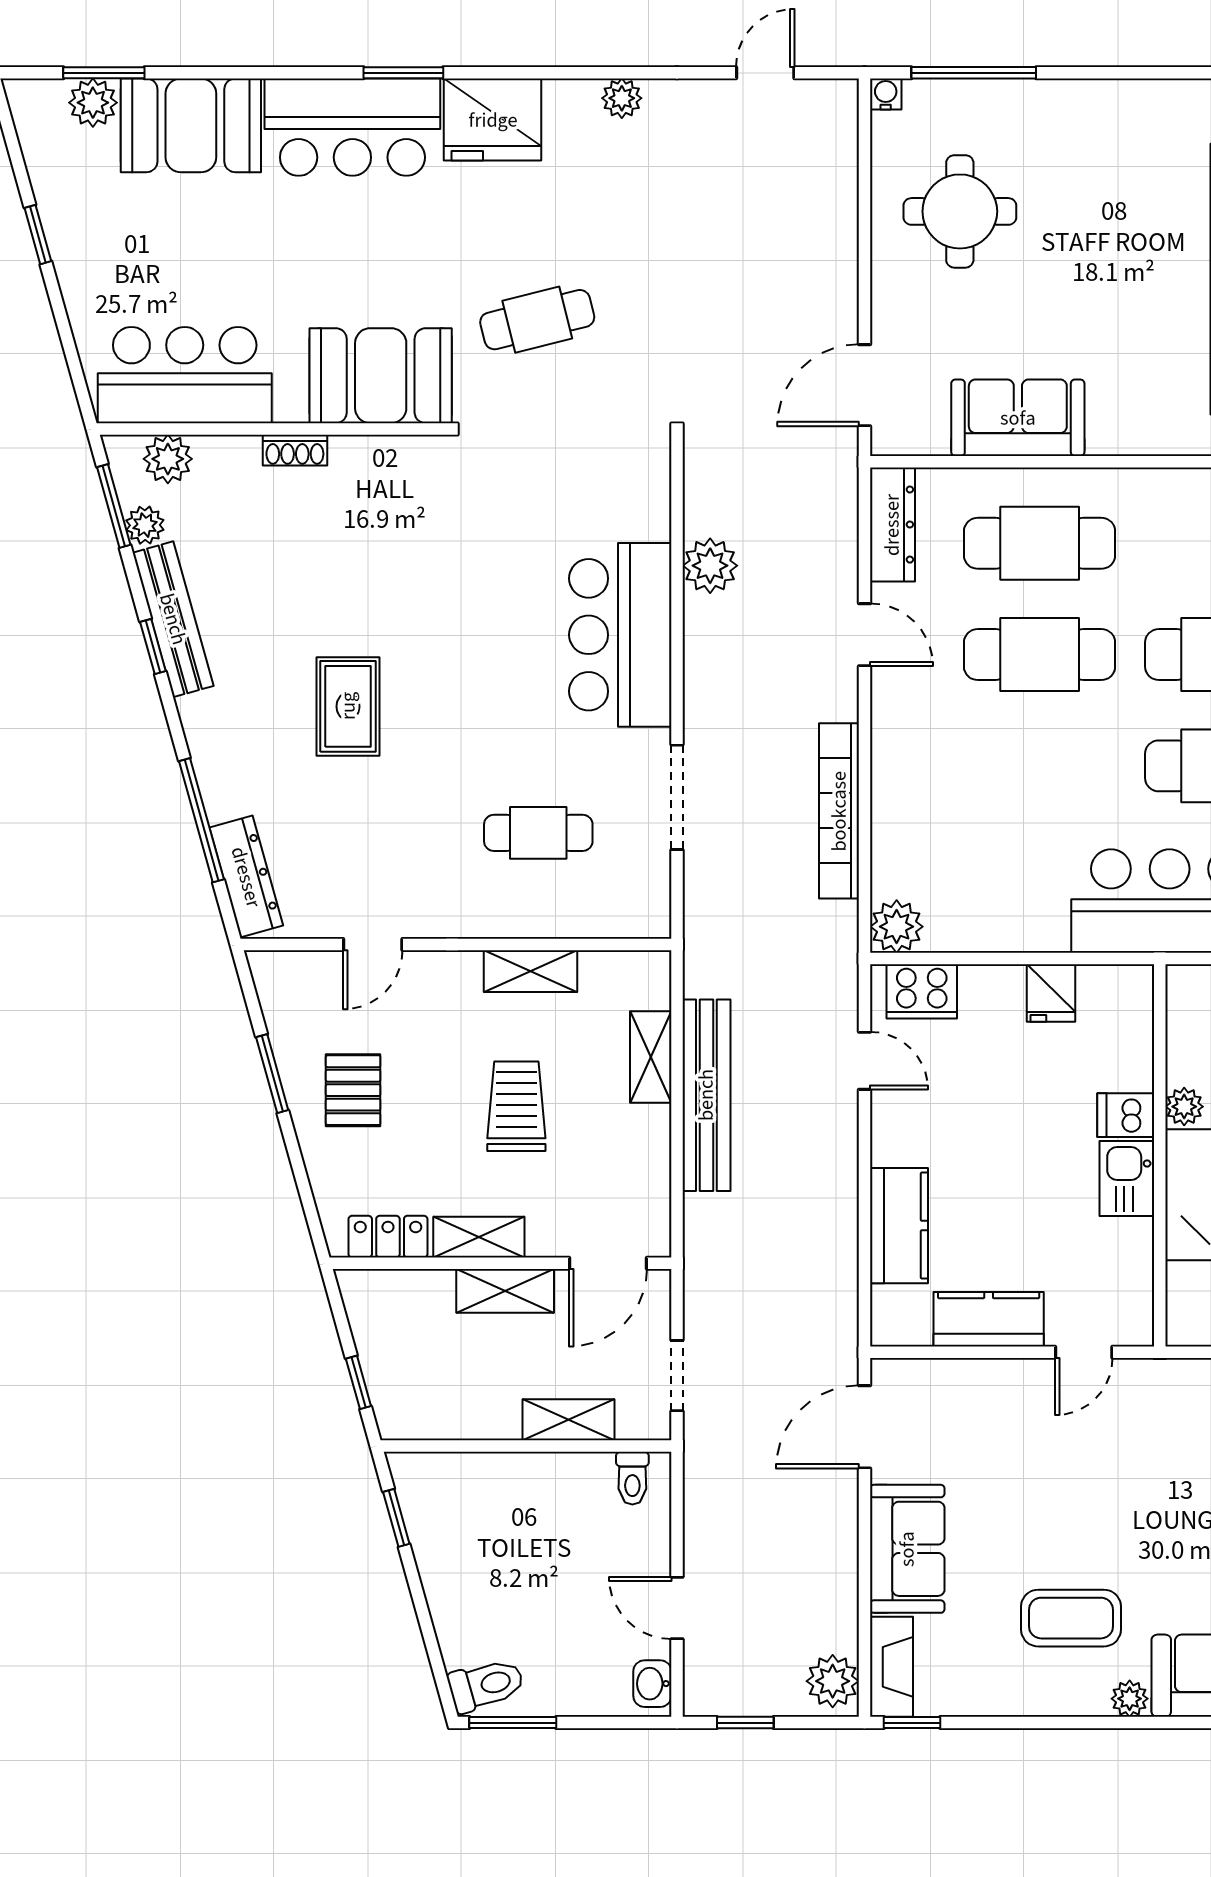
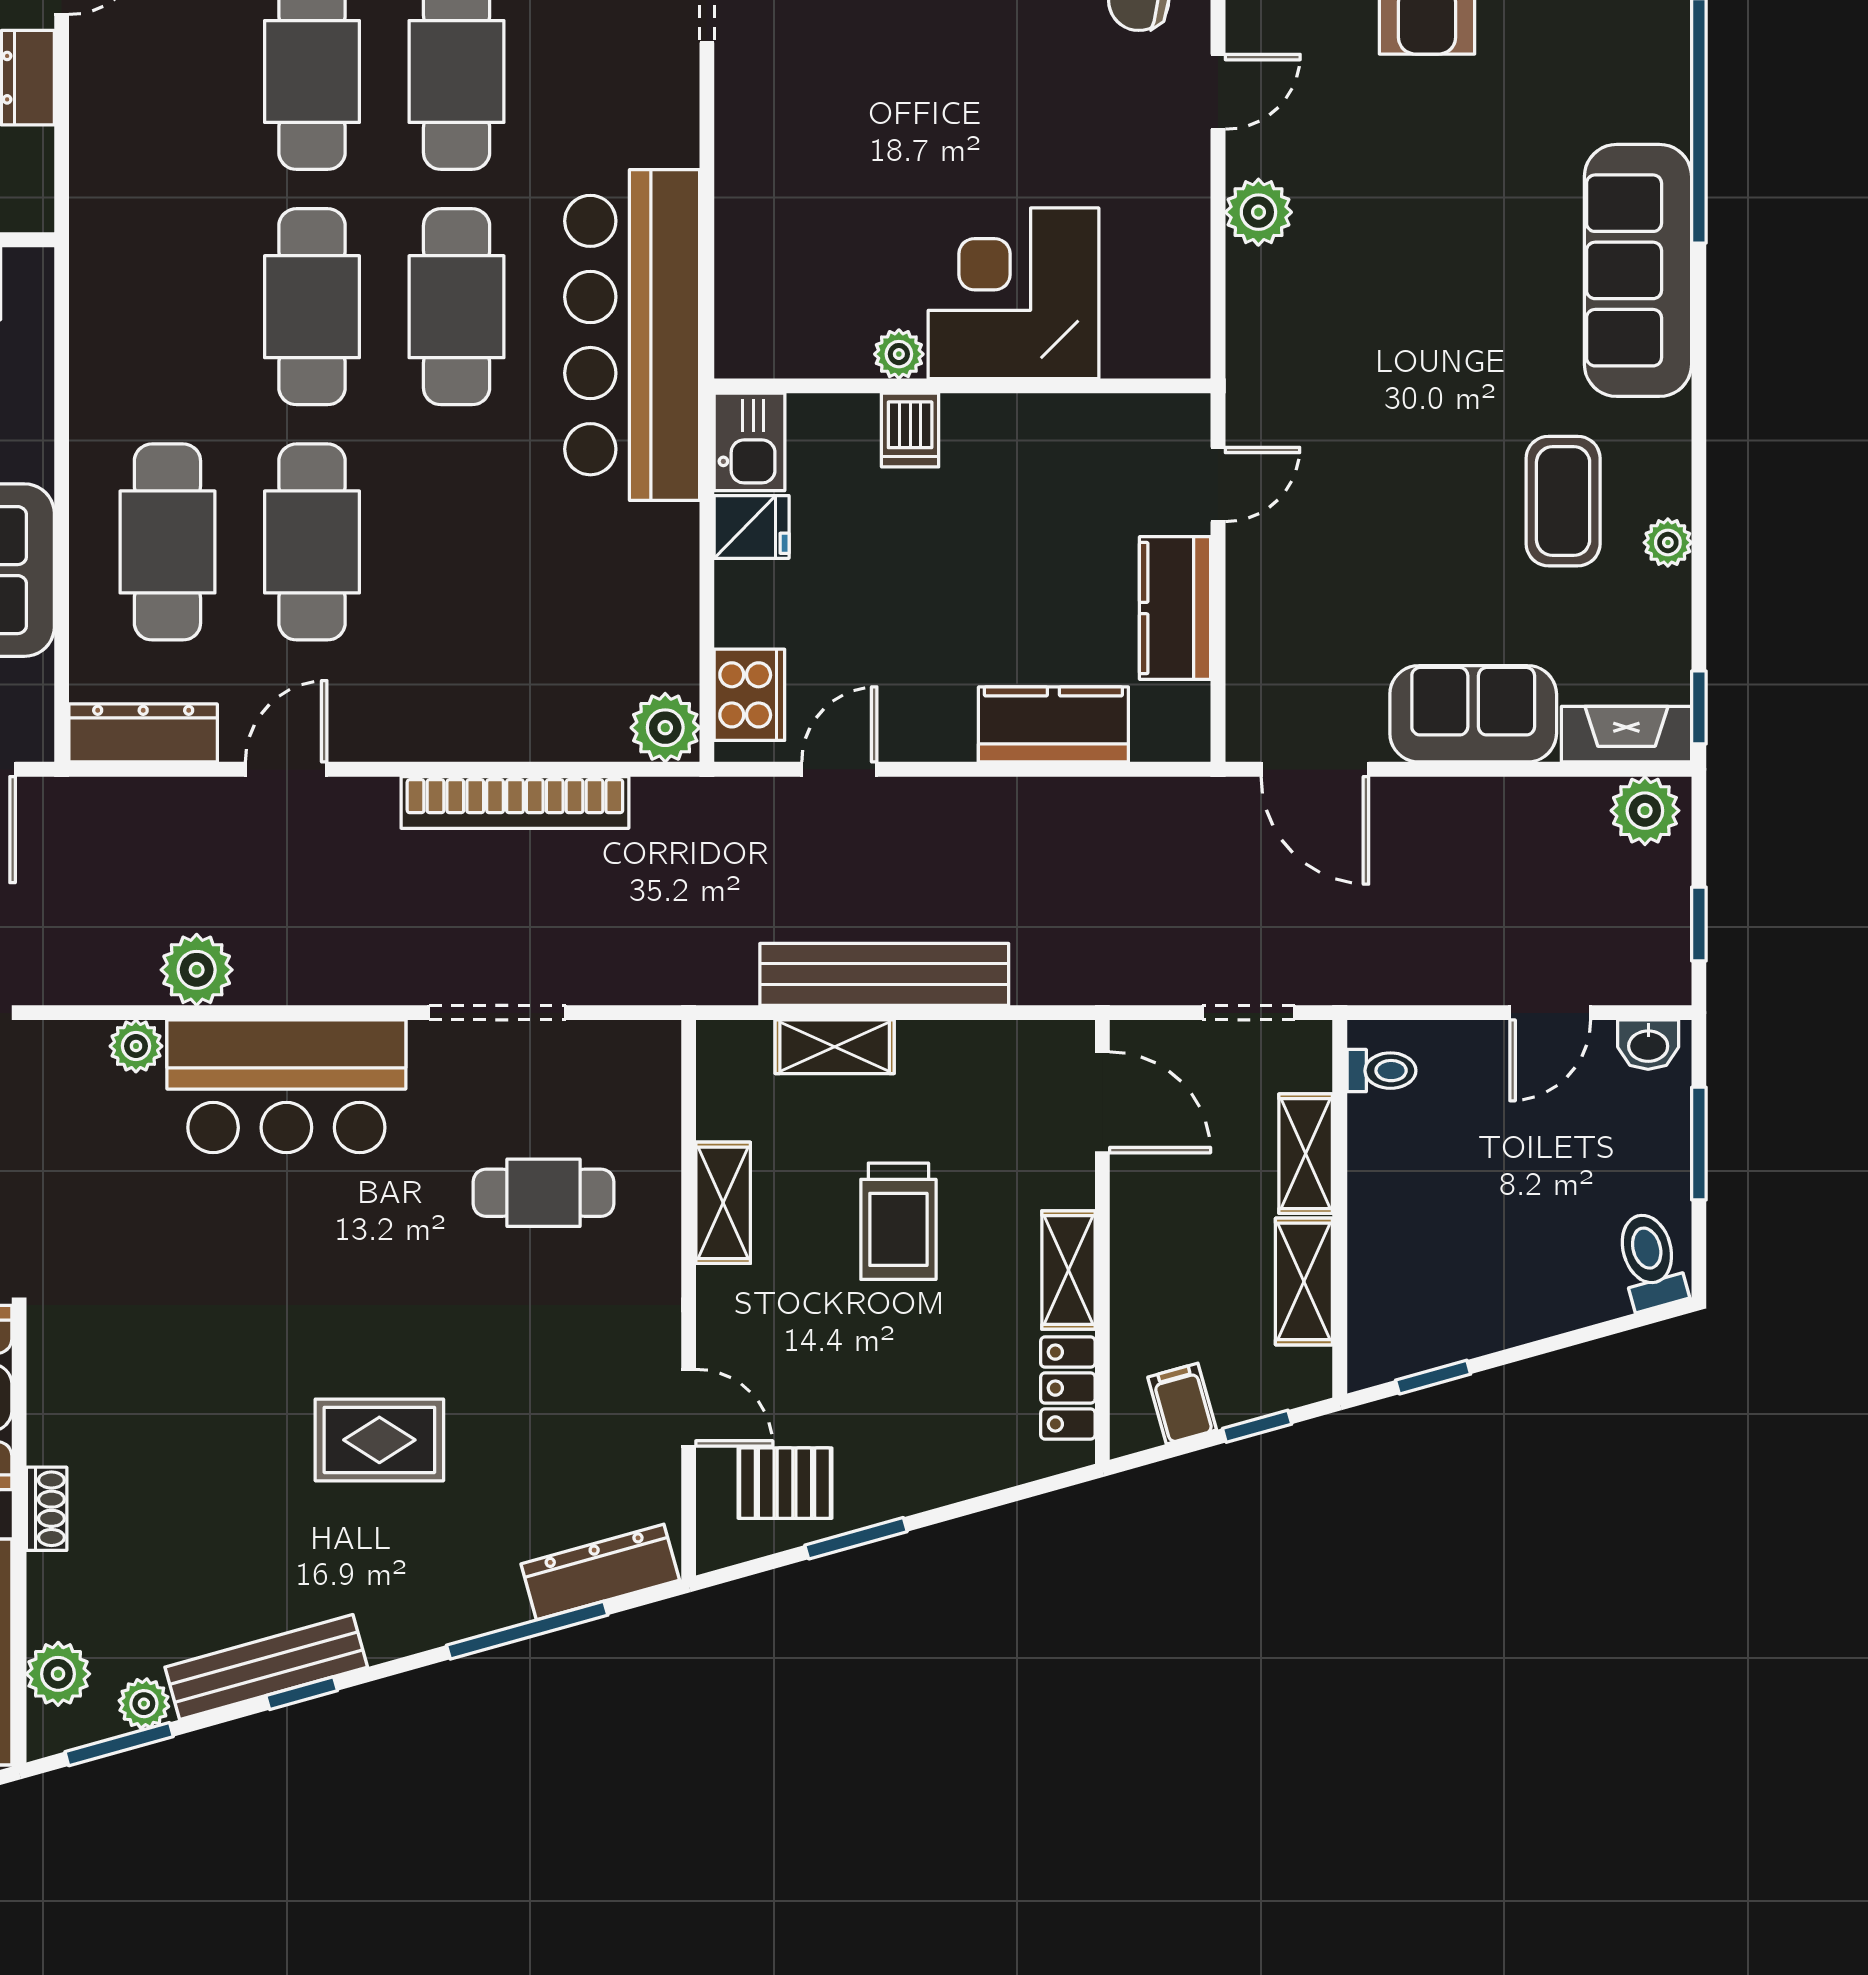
plant: (651, 519) -> (136, 1046), added
cafe table: (538, 833) -> (544, 1193), turned 90
pallet: (353, 1090) -> (785, 1483), moved
trolley: (516, 1106) -> (898, 1221), turned -90
kitchen sink: (1127, 1179) -> (749, 442), moved, turned -90
shelving: (505, 1291) -> (1304, 1281), moved
filing cabinet: (376, 1325) -> (1182, 1404), added
door: (1084, 1352) -> (1218, 484), hinge flipped
plant: (1130, 1699) -> (1668, 543), moved
window: (513, 1723) -> (1699, 1144), moved

